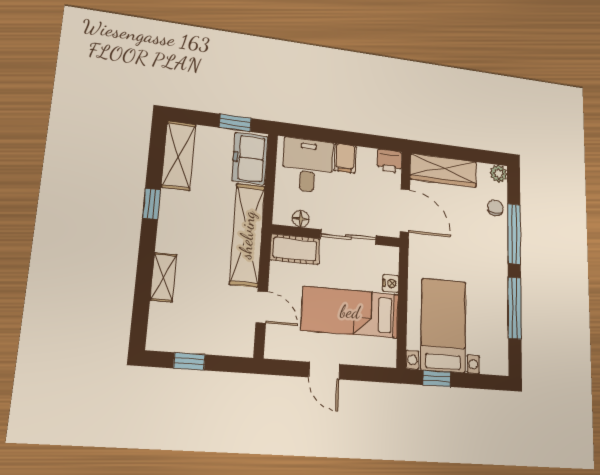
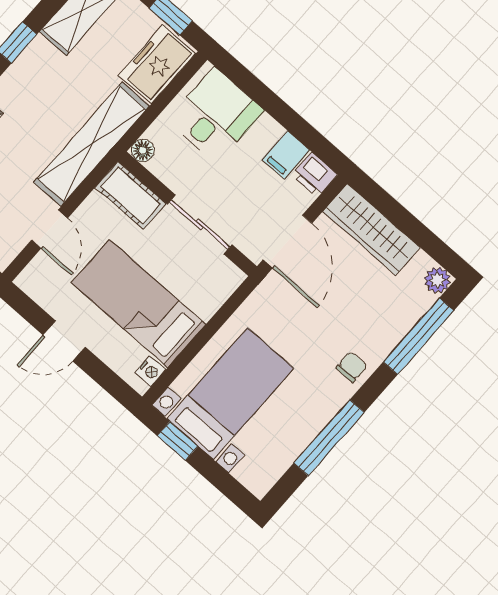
filing cabinet: (345, 158) -> (286, 155), moved
chair: (495, 208) -> (352, 367), moved
floor lamp: (301, 219) -> (143, 150), moved
window: (514, 234) -> (419, 336), moved
nightstand: (391, 283) -> (150, 371), moved
door: (324, 371) -> (64, 341), hinge flipped

